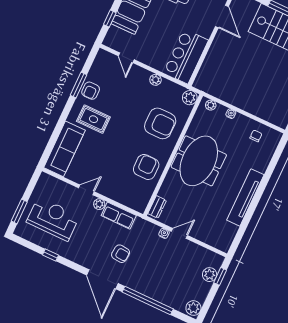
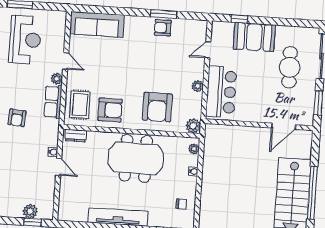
bar counter: (186, 56) -> (221, 92), moved, turned 90
rug: (93, 119) -> (80, 105), moved

